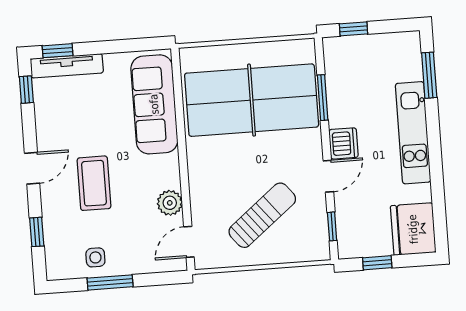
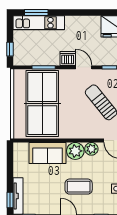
sofa: (154, 104) -> (47, 153), width x0.73
kitchen unit: (413, 133) -> (39, 23), moved
plant: (163, 172) -> (75, 151), added

